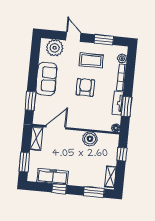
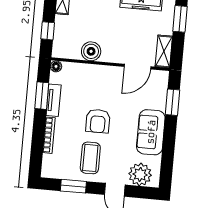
plant: (122, 58) -> (48, 161), removed
coffee table: (91, 60) -> (90, 158), turned 90

